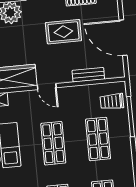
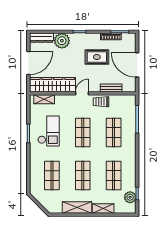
door: (47, 87) -> (82, 93), swing flipped
trolley: (112, 101) -> (101, 102), moved

